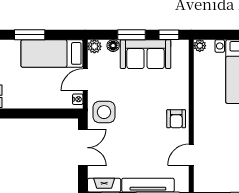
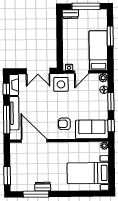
sofa: (146, 54) -> (92, 129), moved, turned 90
door: (85, 80) -> (82, 72), swing flipped
armchair: (176, 119) -> (64, 124), moved
door: (191, 155) -> (34, 141), width x1.87

